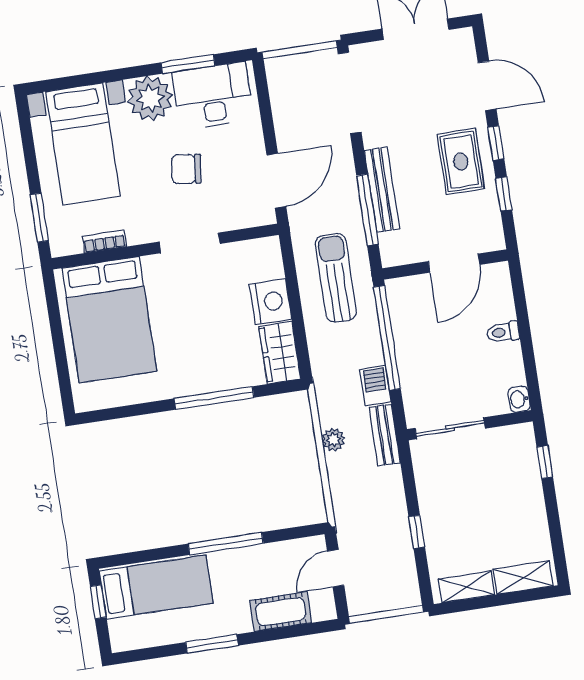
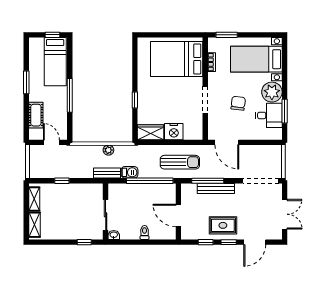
desk: (213, 96) -> (269, 115), width x0.73
window: (214, 398) -> (135, 100), width x0.46
sliding door: (450, 428) -> (106, 215), moved

